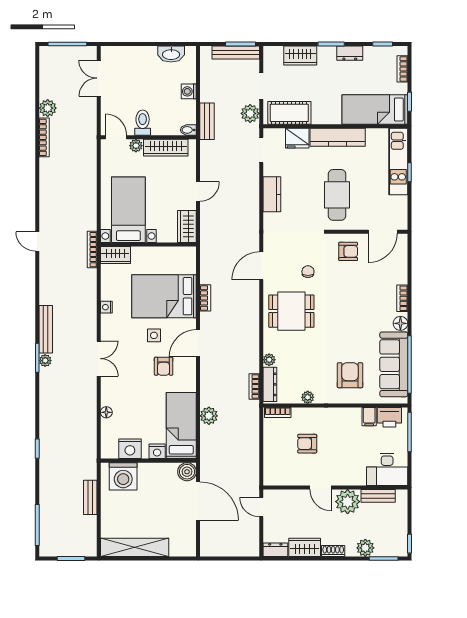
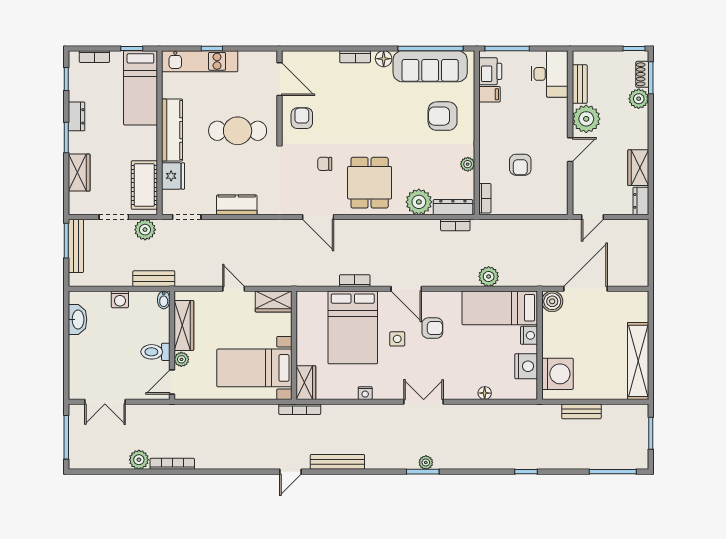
bench: (46, 329) -> (337, 462), moved
plant: (269, 360) -> (419, 202), width x1.88, depth x1.88
shoe rack: (333, 551) -> (642, 74), moved

